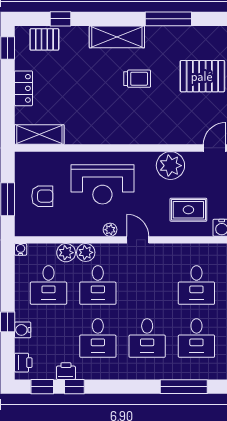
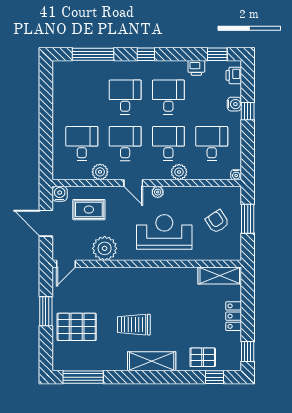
window: (61, 19) -> (214, 377), moved
window: (168, 19) -> (83, 377), moved
pallet: (44, 39) -> (203, 357), moved
trolley: (137, 79) -> (134, 325), width x1.36, depth x1.39
armchair: (42, 196) -> (217, 221), turned 57
plant: (66, 253) -> (100, 172), moved
desk: (196, 338) -> (125, 143), moved
window: (74, 387) -> (146, 54), moved

